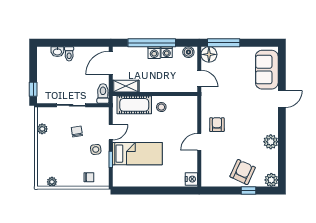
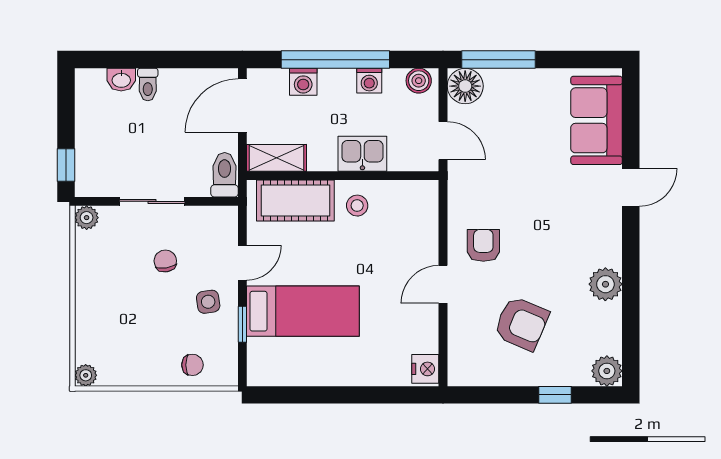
washing machine: (154, 53) -> (303, 82), moved
kitchen sink: (164, 84) -> (362, 154), added
plant: (42, 129) -> (87, 218), moved
armchair: (243, 172) -> (521, 324), moved, turned 88
plant: (52, 182) -> (86, 375), moved

